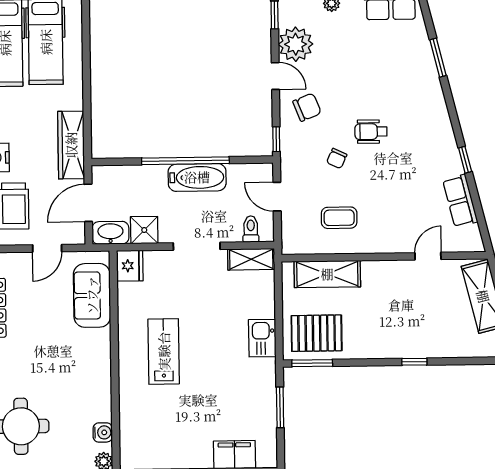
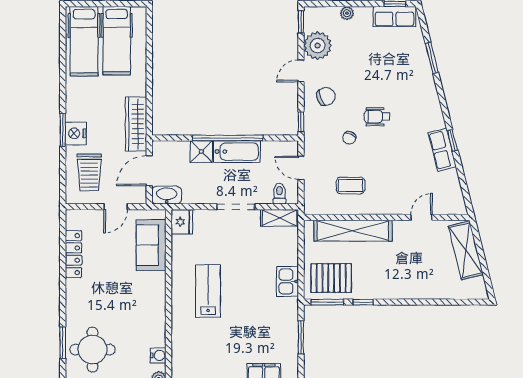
door: (275, 76) -> (301, 71), swing flipped
row of seats: (460, 201) -> (442, 150), moved
shower: (144, 230) -> (201, 152), moved
shelving: (327, 274) -> (353, 231), width x1.47
window: (414, 362) -> (363, 302), moved

